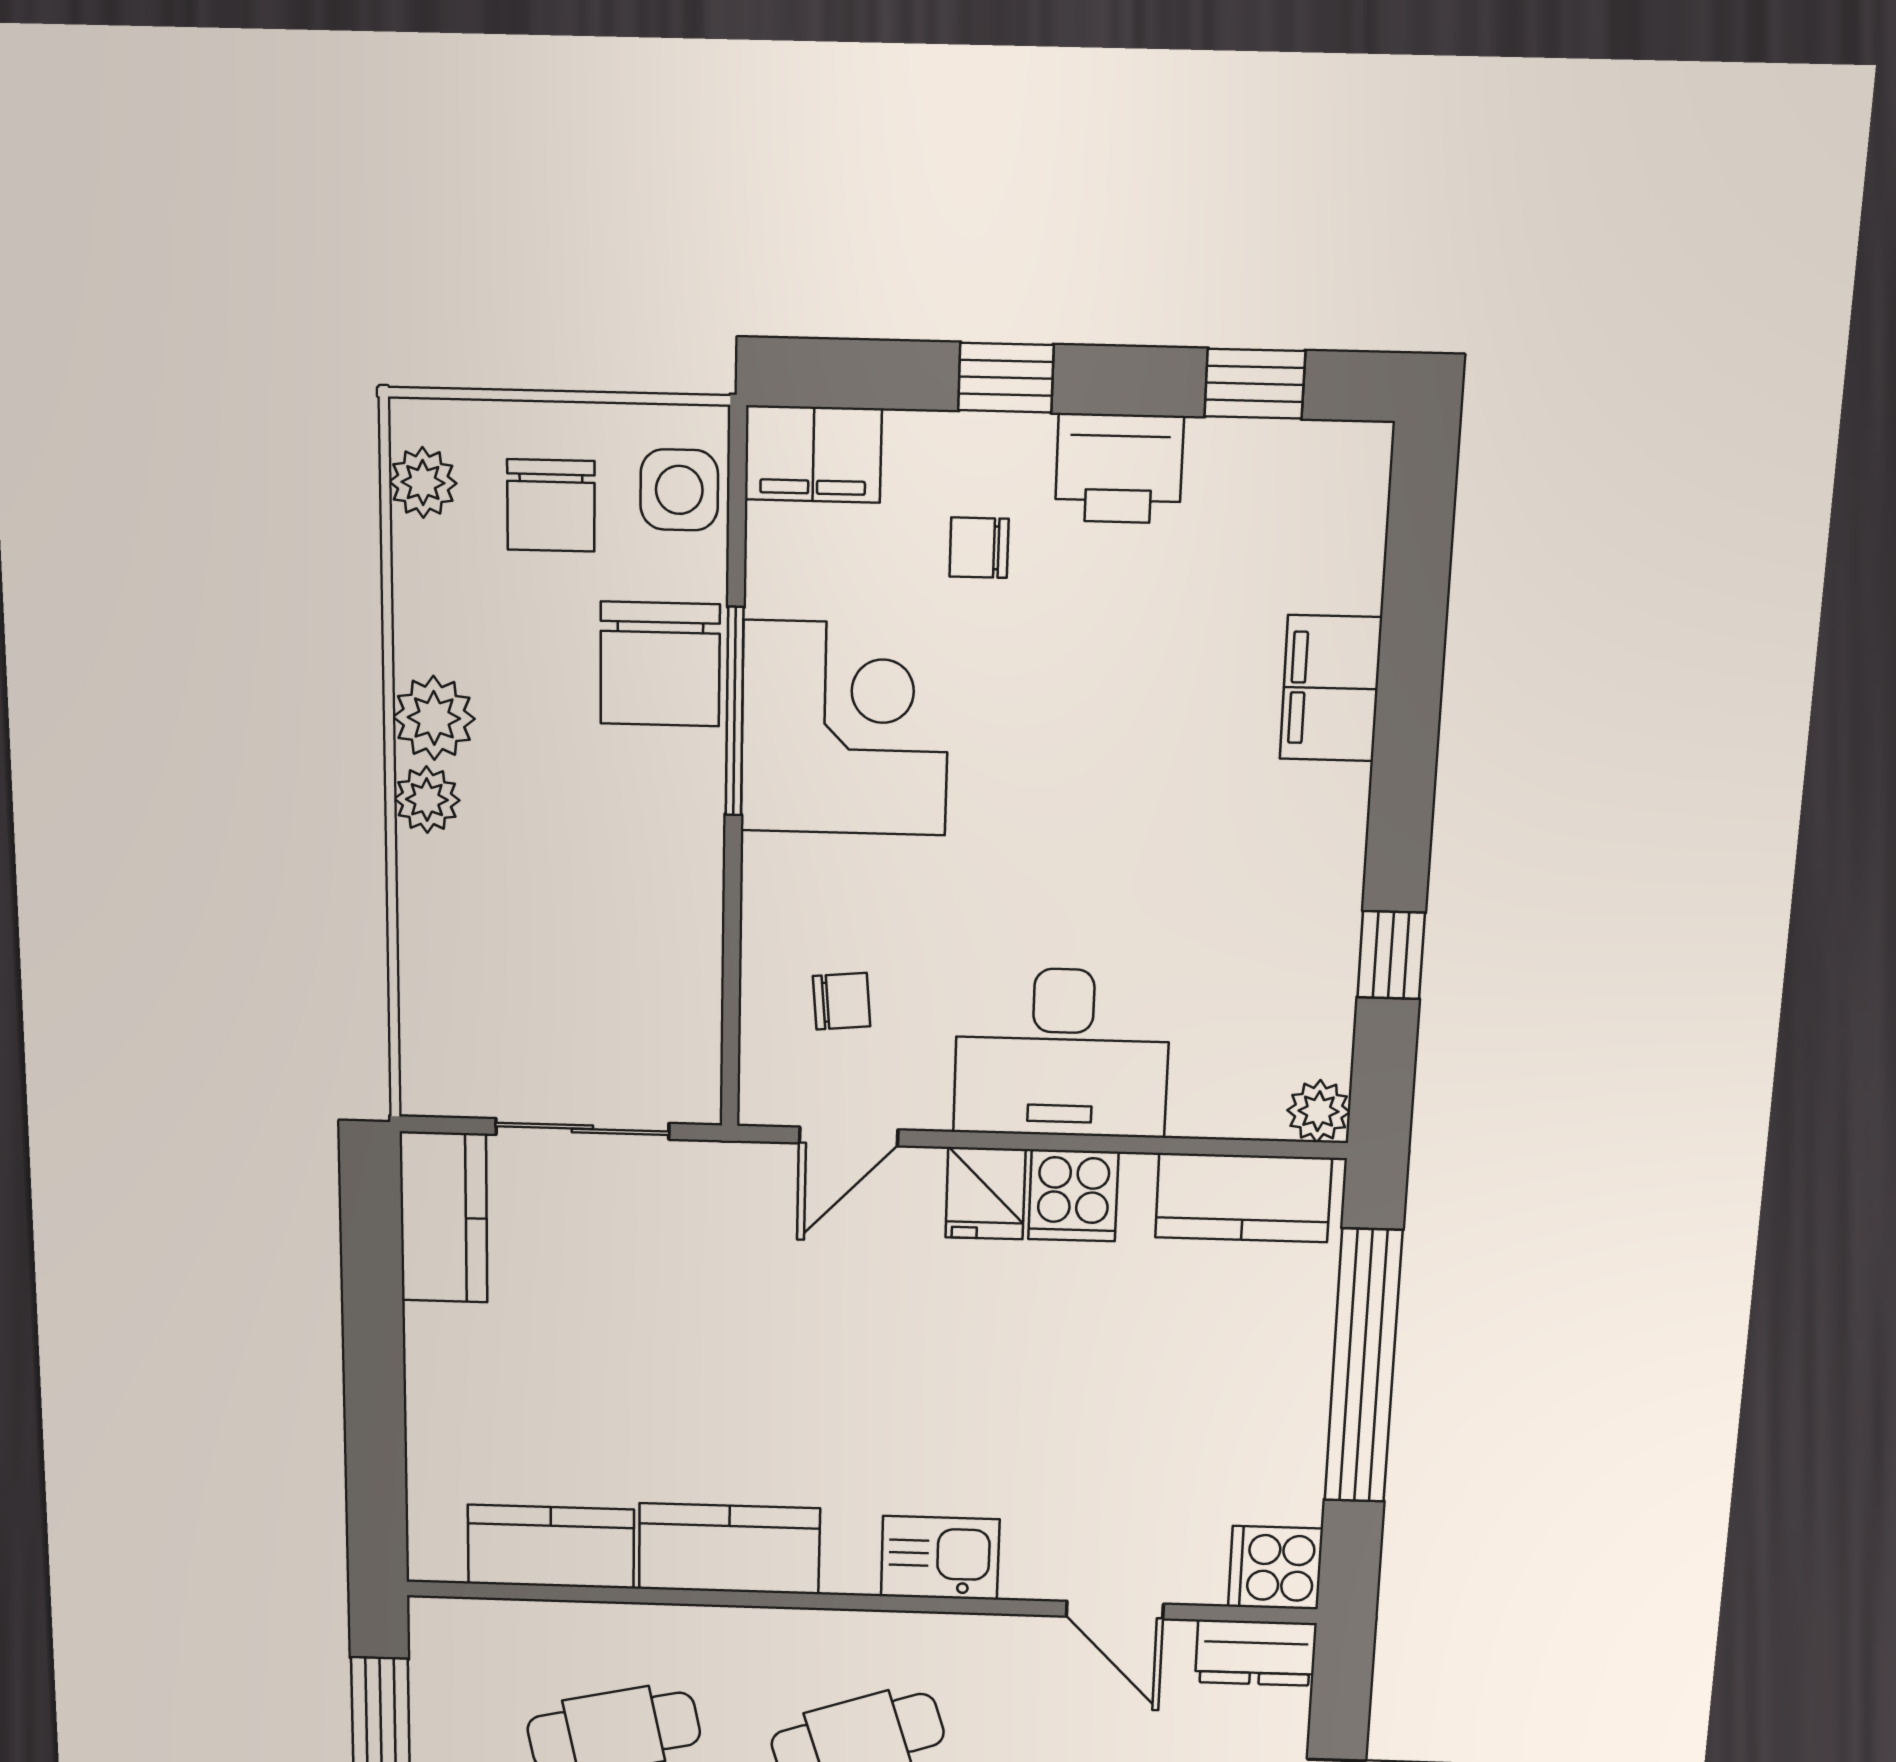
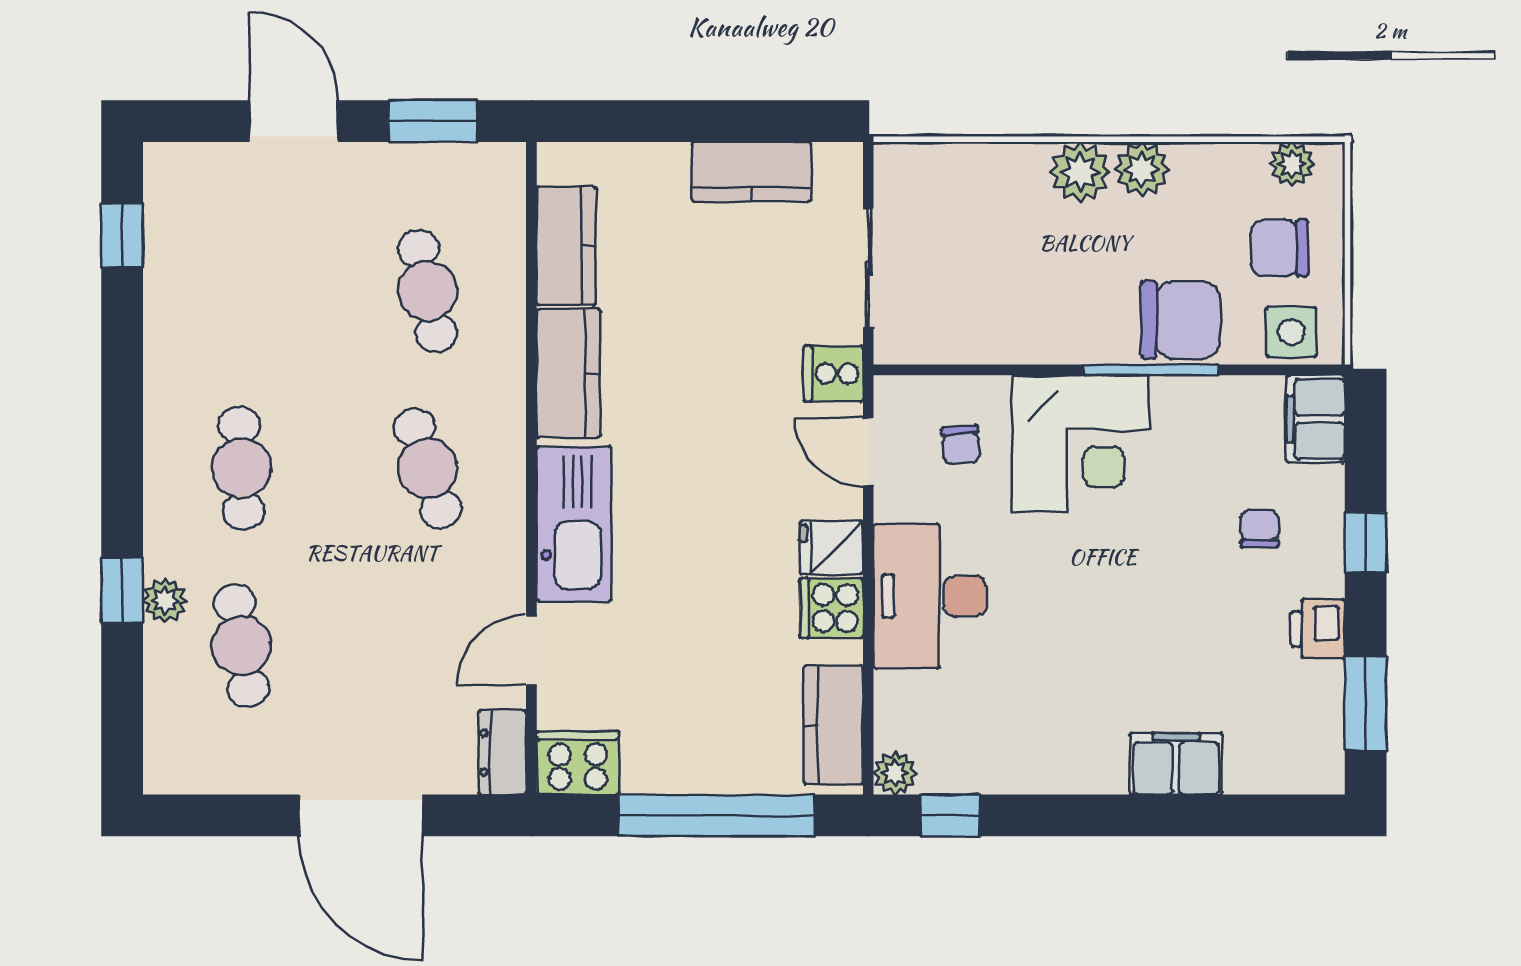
window: (1255, 384) -> (1366, 703), width x1.50
printer: (1119, 468) -> (1318, 629), width x0.73, depth x0.81
chair: (660, 664) -> (1181, 320), turned 180
corner desk: (845, 728) -> (1081, 443), moved
plant: (427, 800) -> (1080, 172), width x1.38, depth x1.38
window: (1391, 955) -> (950, 815), moved
cooker: (734, 1183) -> (834, 373), added
kitchen counter: (444, 1217) -> (751, 172), moved
kitchen sink: (940, 1558) -> (574, 524), width x1.87, depth x1.24
cooker: (1275, 1568) -> (578, 763), width x1.36

